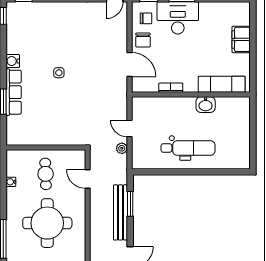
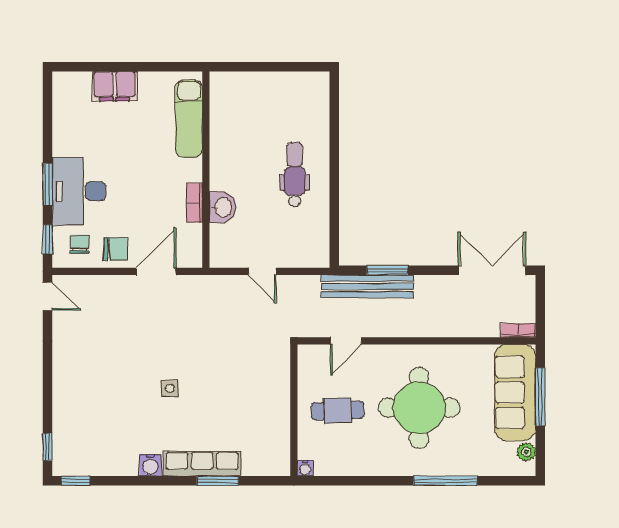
washbasin: (206, 105) -> (223, 207), moved
door: (129, 128) -> (262, 271), hinge flipped
plant: (122, 148) -> (295, 284), removed
dental chair: (188, 148) -> (295, 174), width x0.73, depth x0.72
water cooler: (11, 182) -> (305, 468), moved
bench: (120, 212) -> (367, 286), moved

